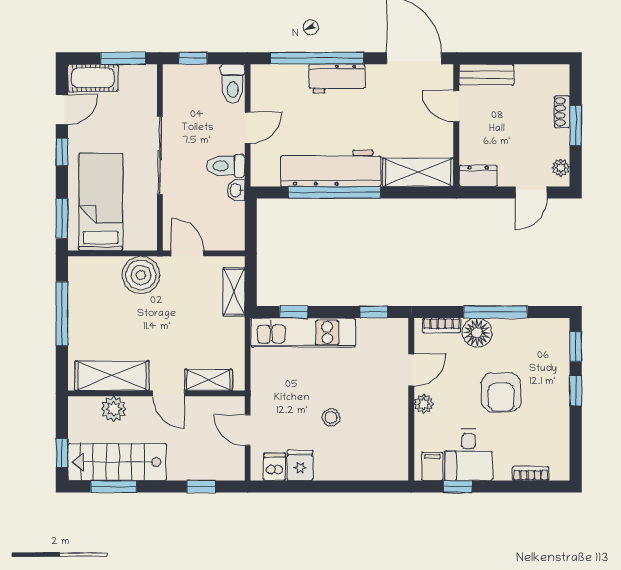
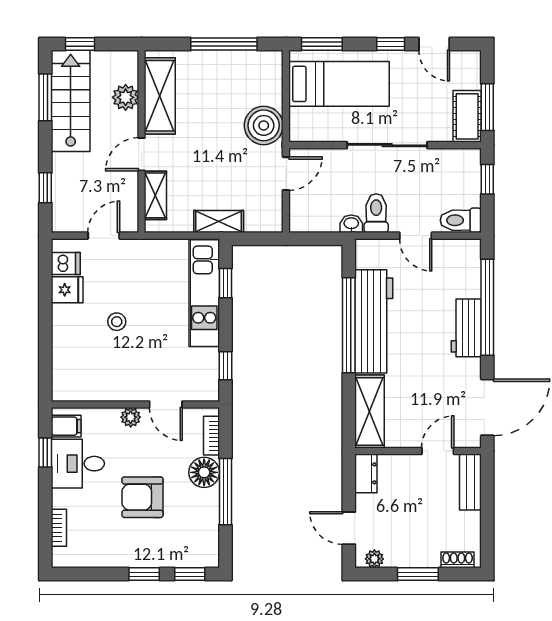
cot: (93, 78) -> (467, 116), moved
shoe rack: (562, 112) -> (458, 560), moved
shelving: (234, 292) -> (219, 222), moved

